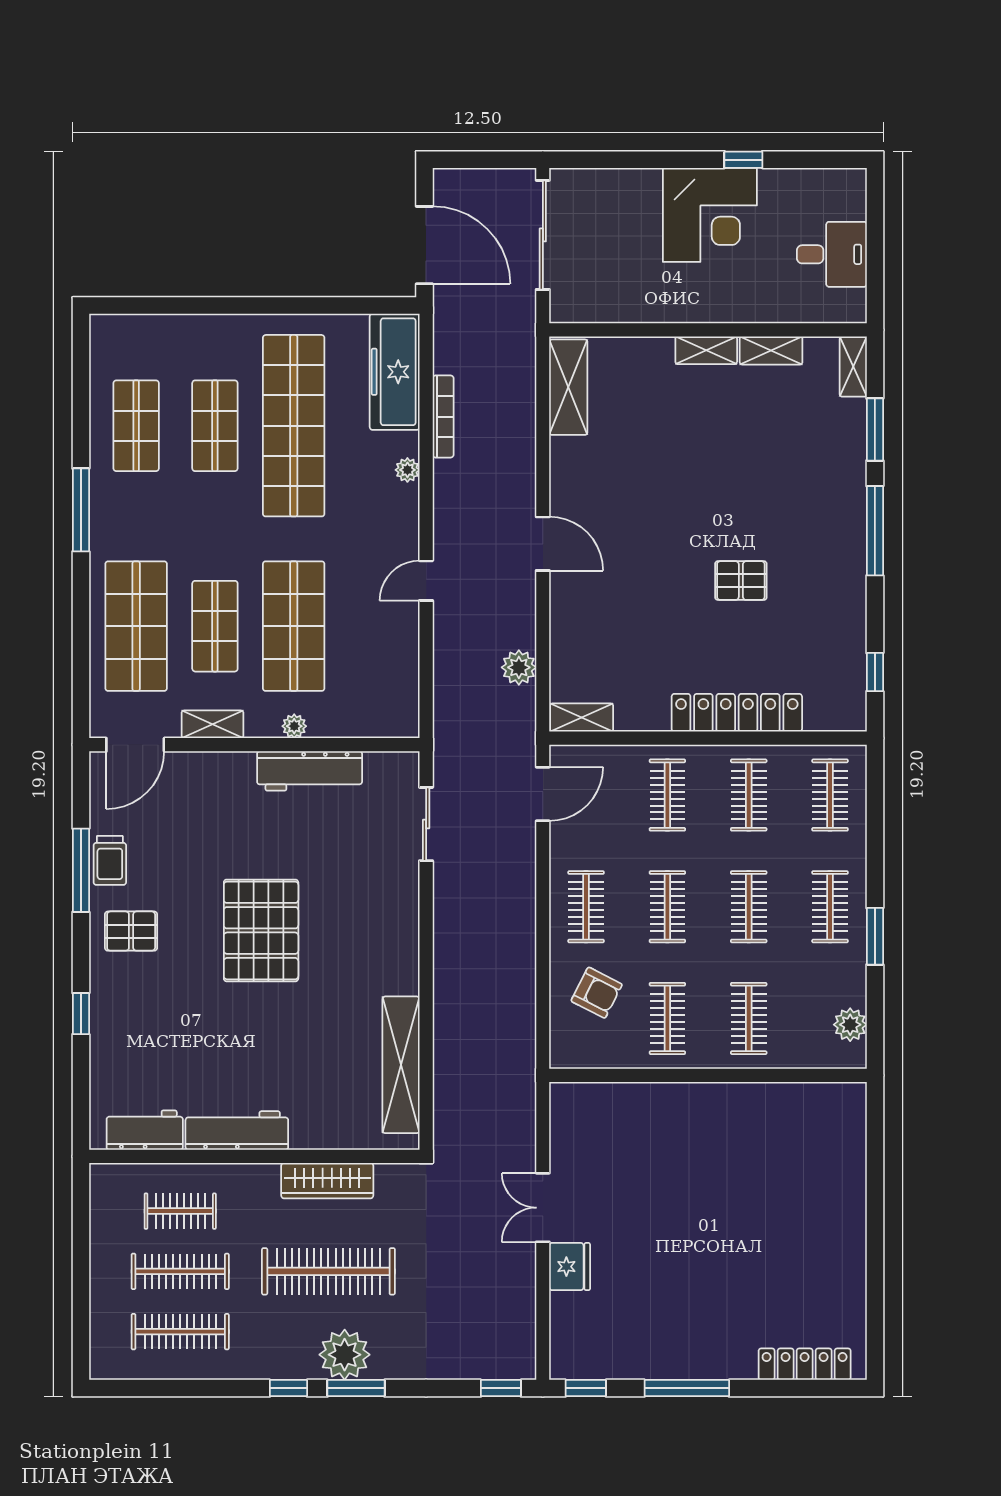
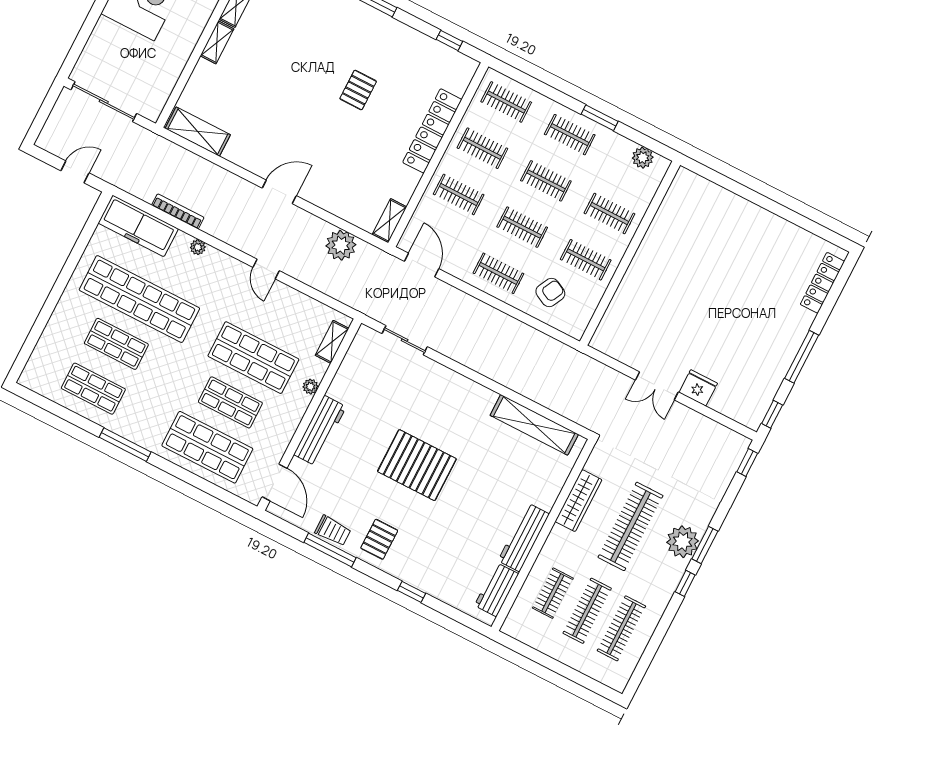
door: (424, 245) -> (75, 172), width x0.53
plant: (519, 667) -> (341, 245), width x1.36, depth x1.36
shelving: (212, 724) -> (332, 342), moved
workbench: (310, 771) -> (320, 431), moved

